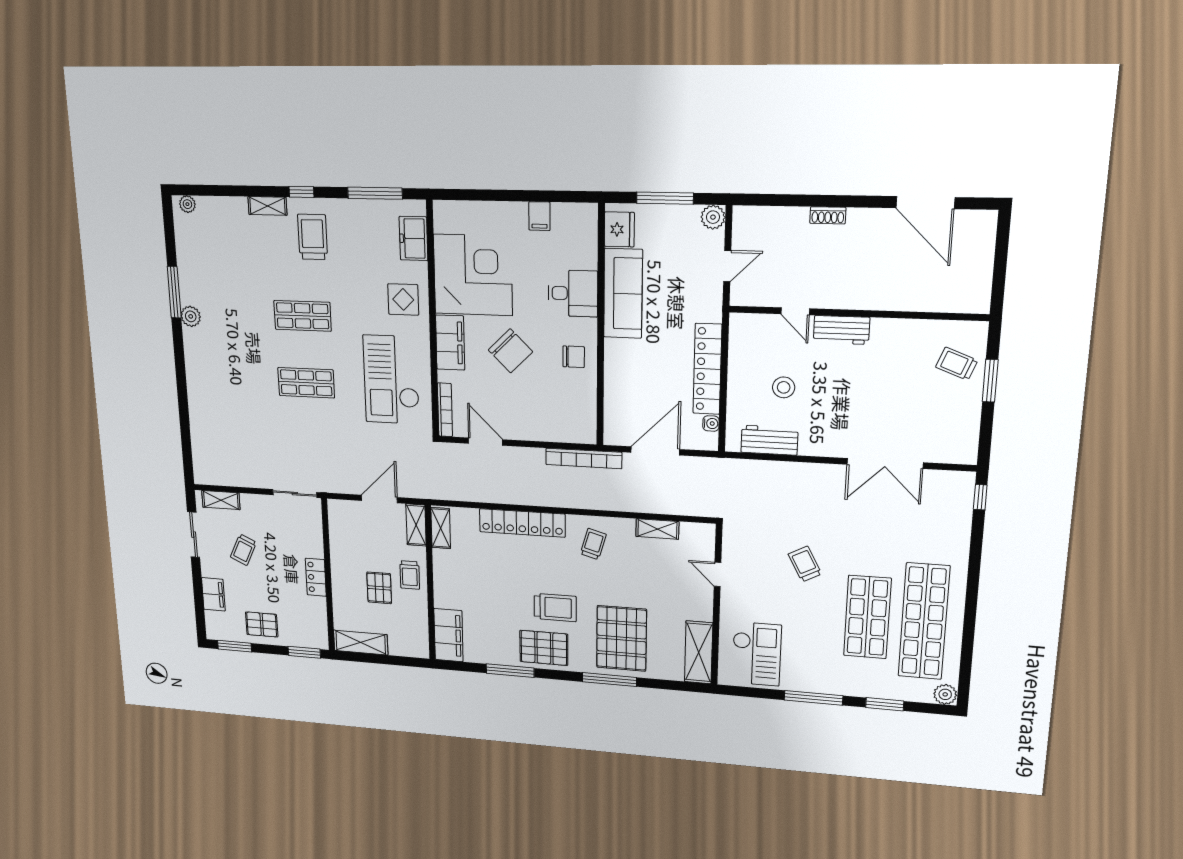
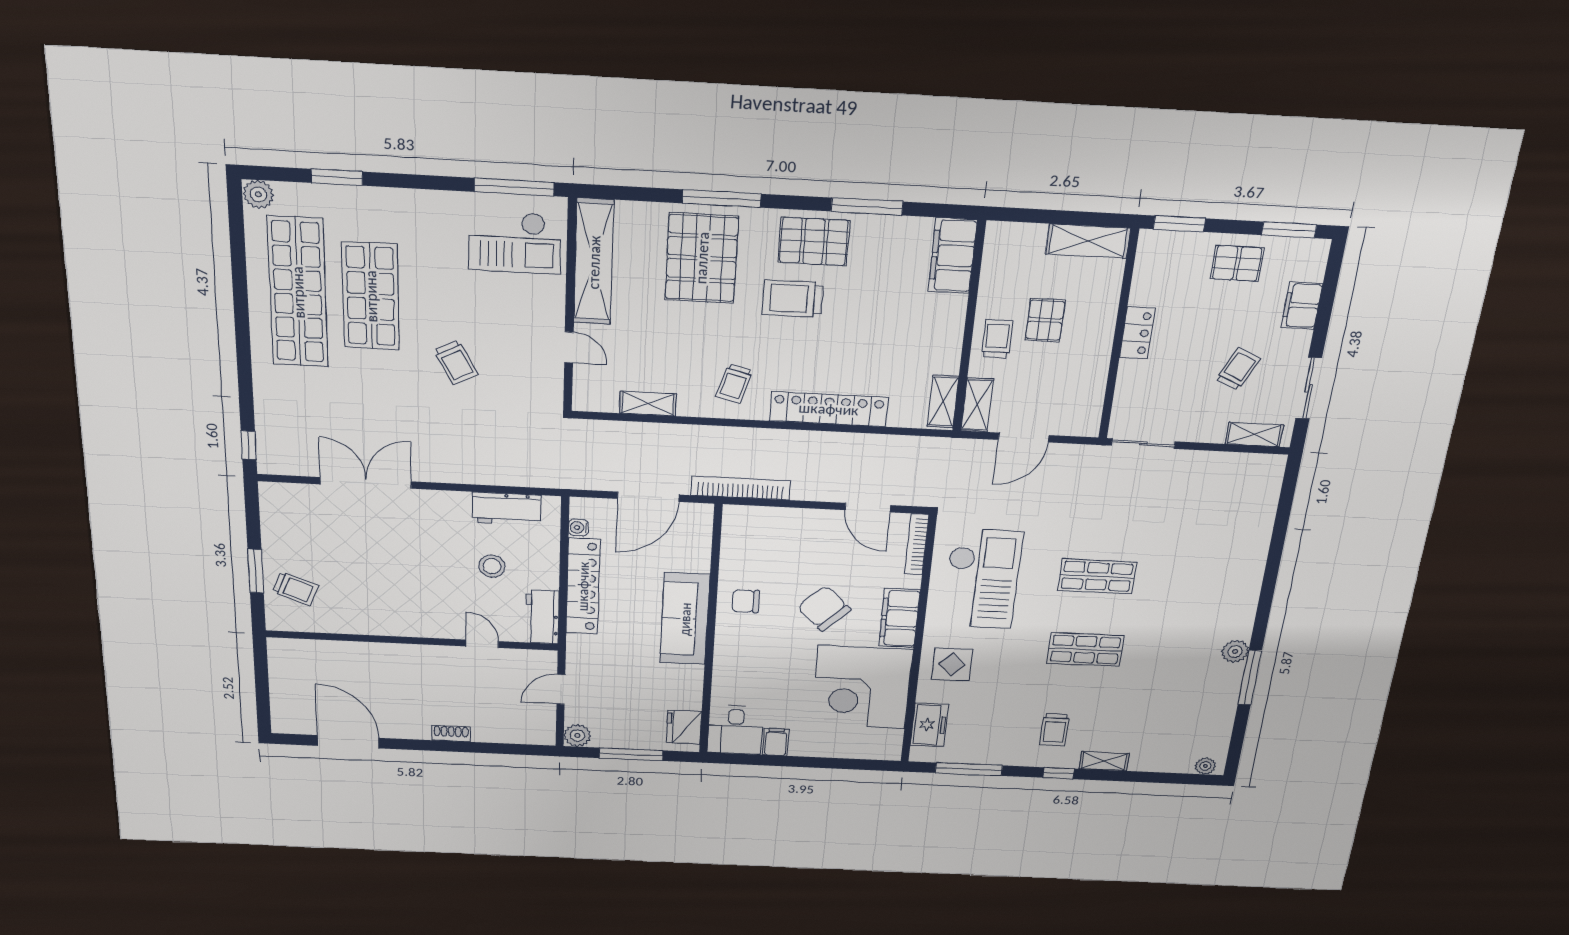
trolley: (313, 237) -> (1054, 730), width x0.73, depth x0.72
desk: (573, 293) -> (735, 730), moved, turned -90
sofa: (623, 294) -> (685, 619), moved
workbench: (841, 330) -> (542, 617), moved, turned -90
shelving: (699, 652) -> (594, 262), width x1.47
checkout: (756, 654) -> (515, 242), turned -90
window: (813, 698) -> (514, 187), moved

